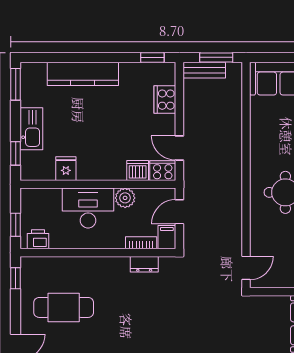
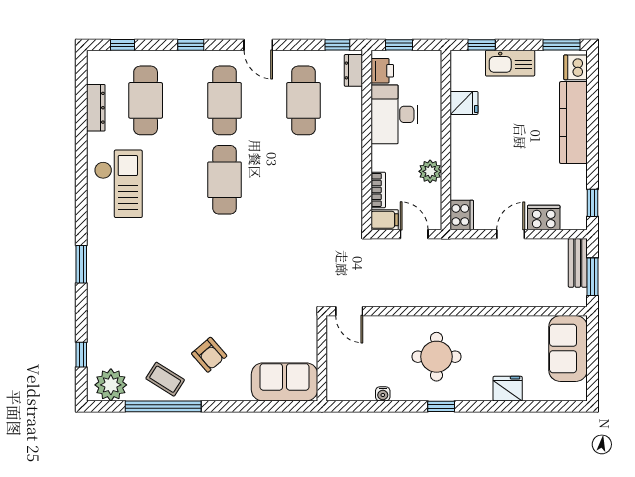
door: (179, 148) -> (511, 234), moved
dishwasher: (138, 170) -> (575, 67), moved, turned 180
desk: (88, 208) -> (394, 114), moved, turned 180
dresser: (144, 264) -> (353, 70), moved

